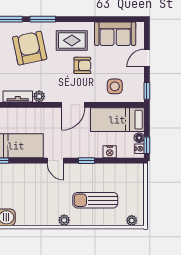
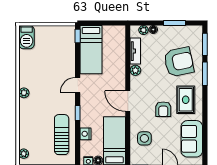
sun lounger: (95, 200) -> (62, 135), moved

